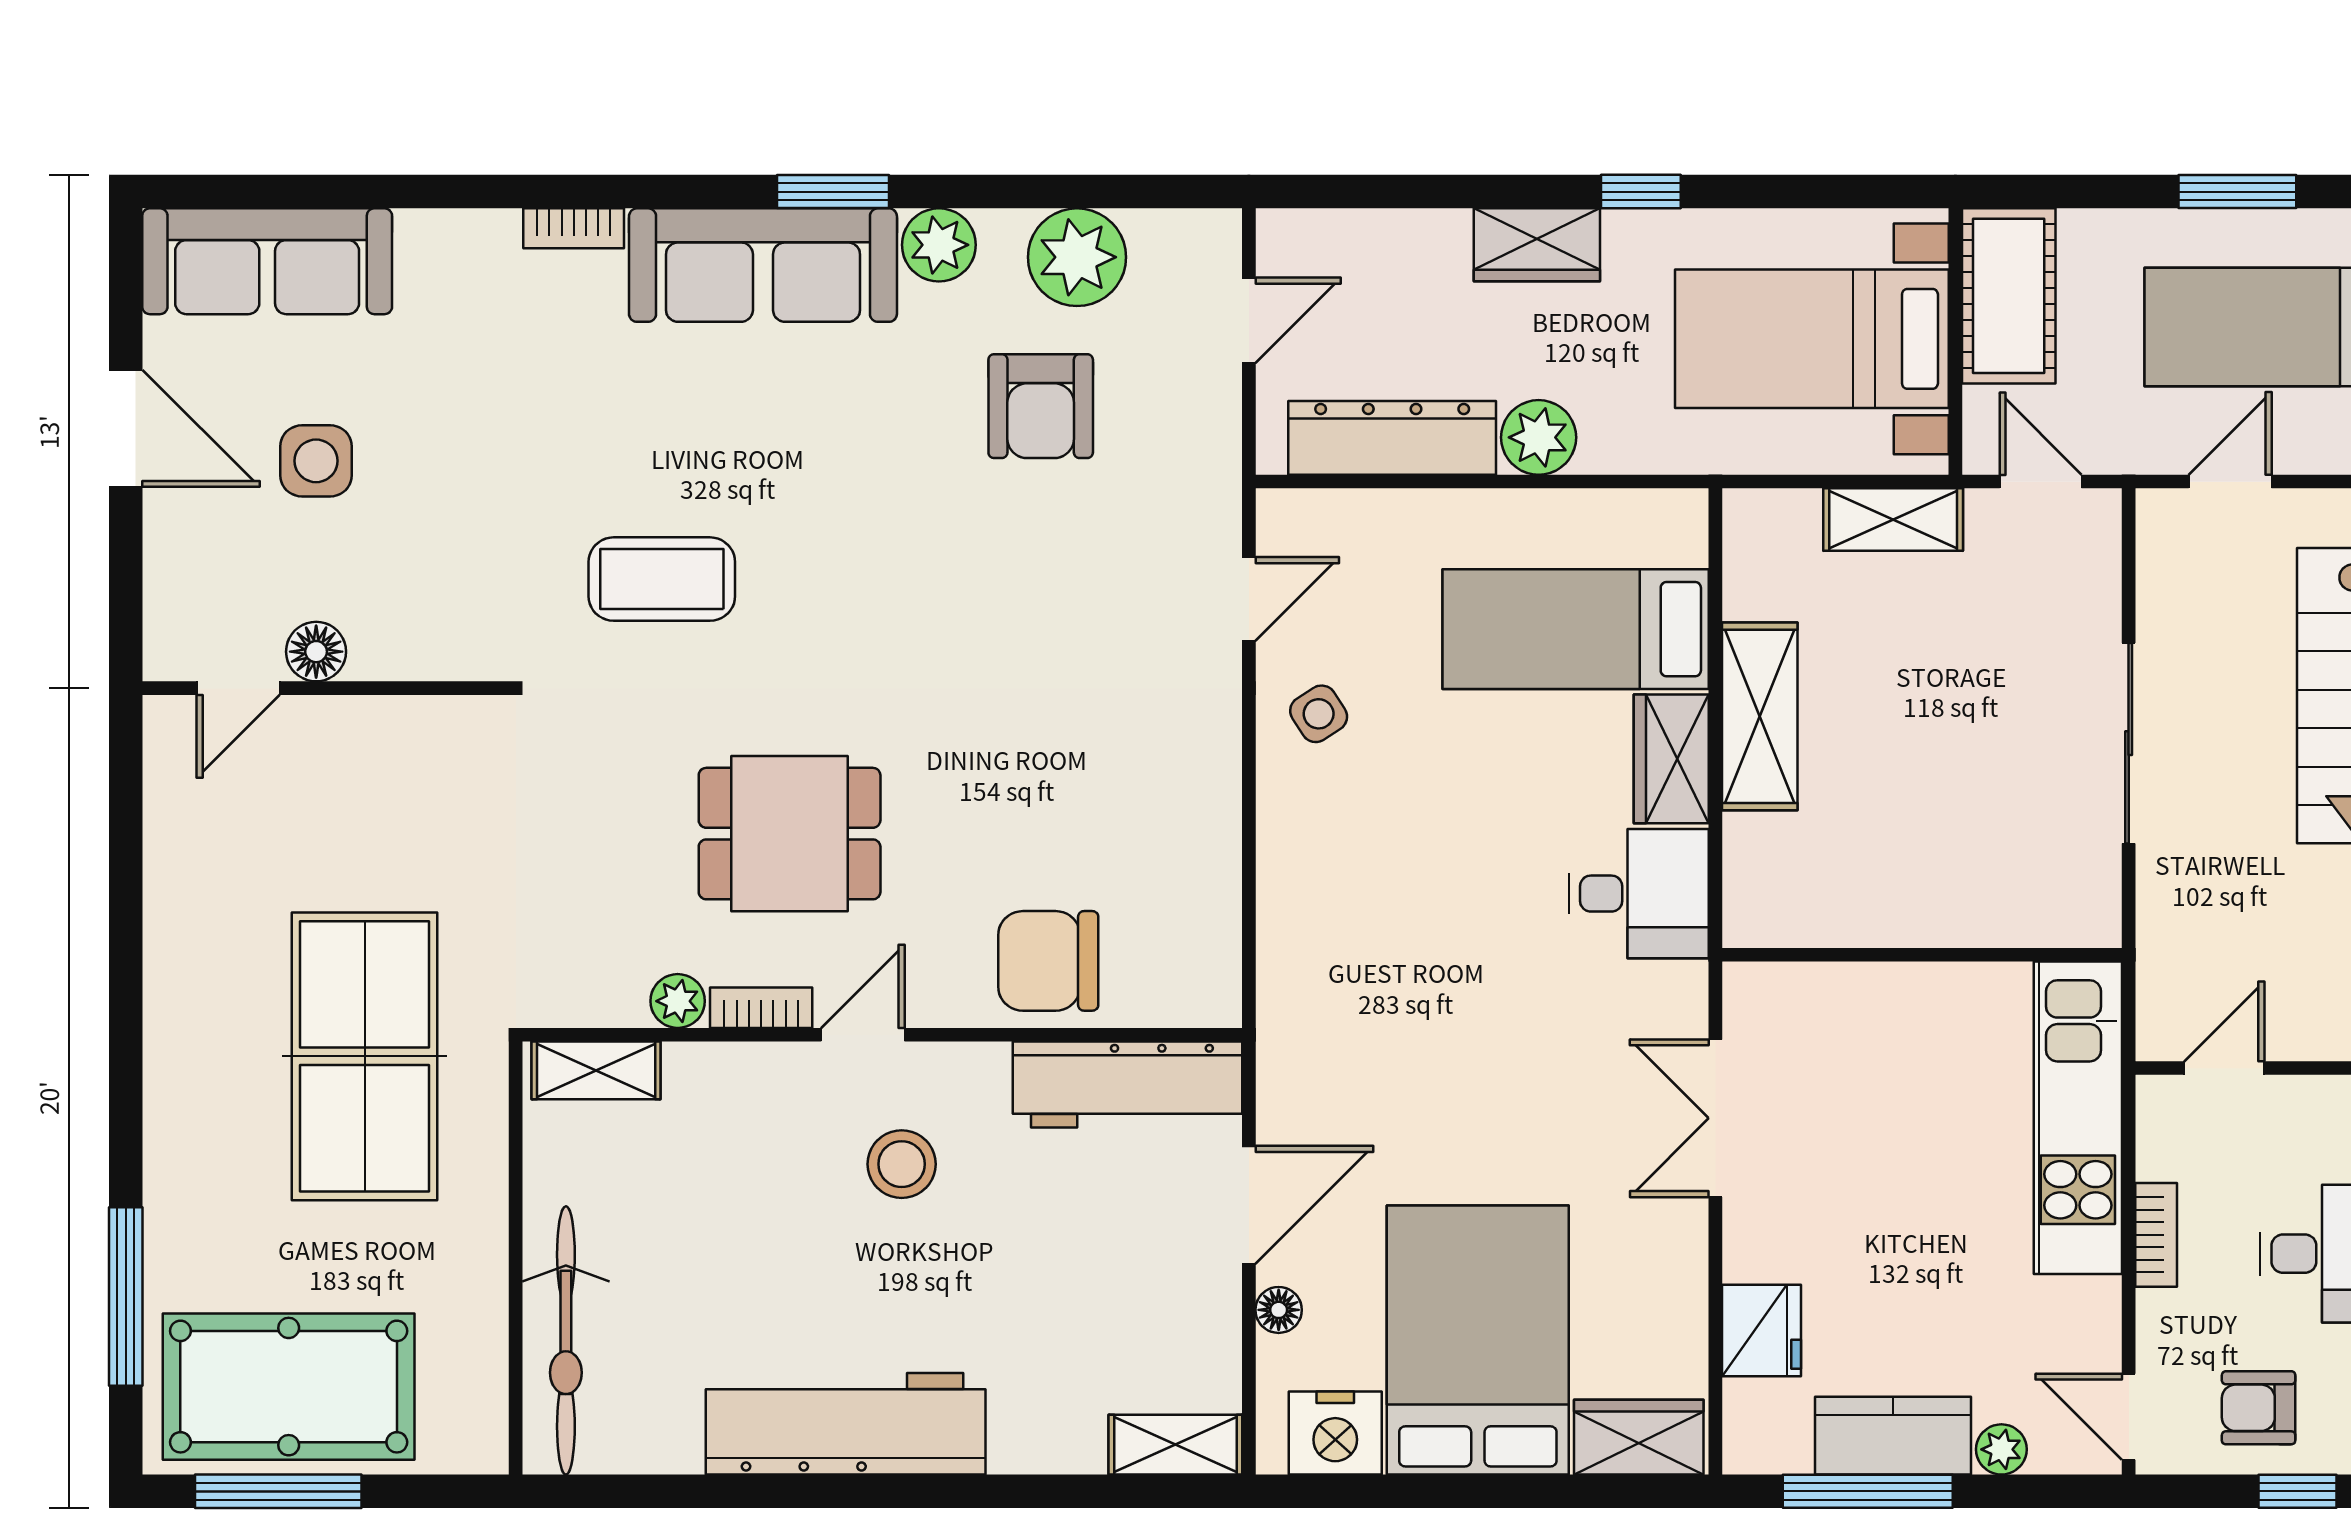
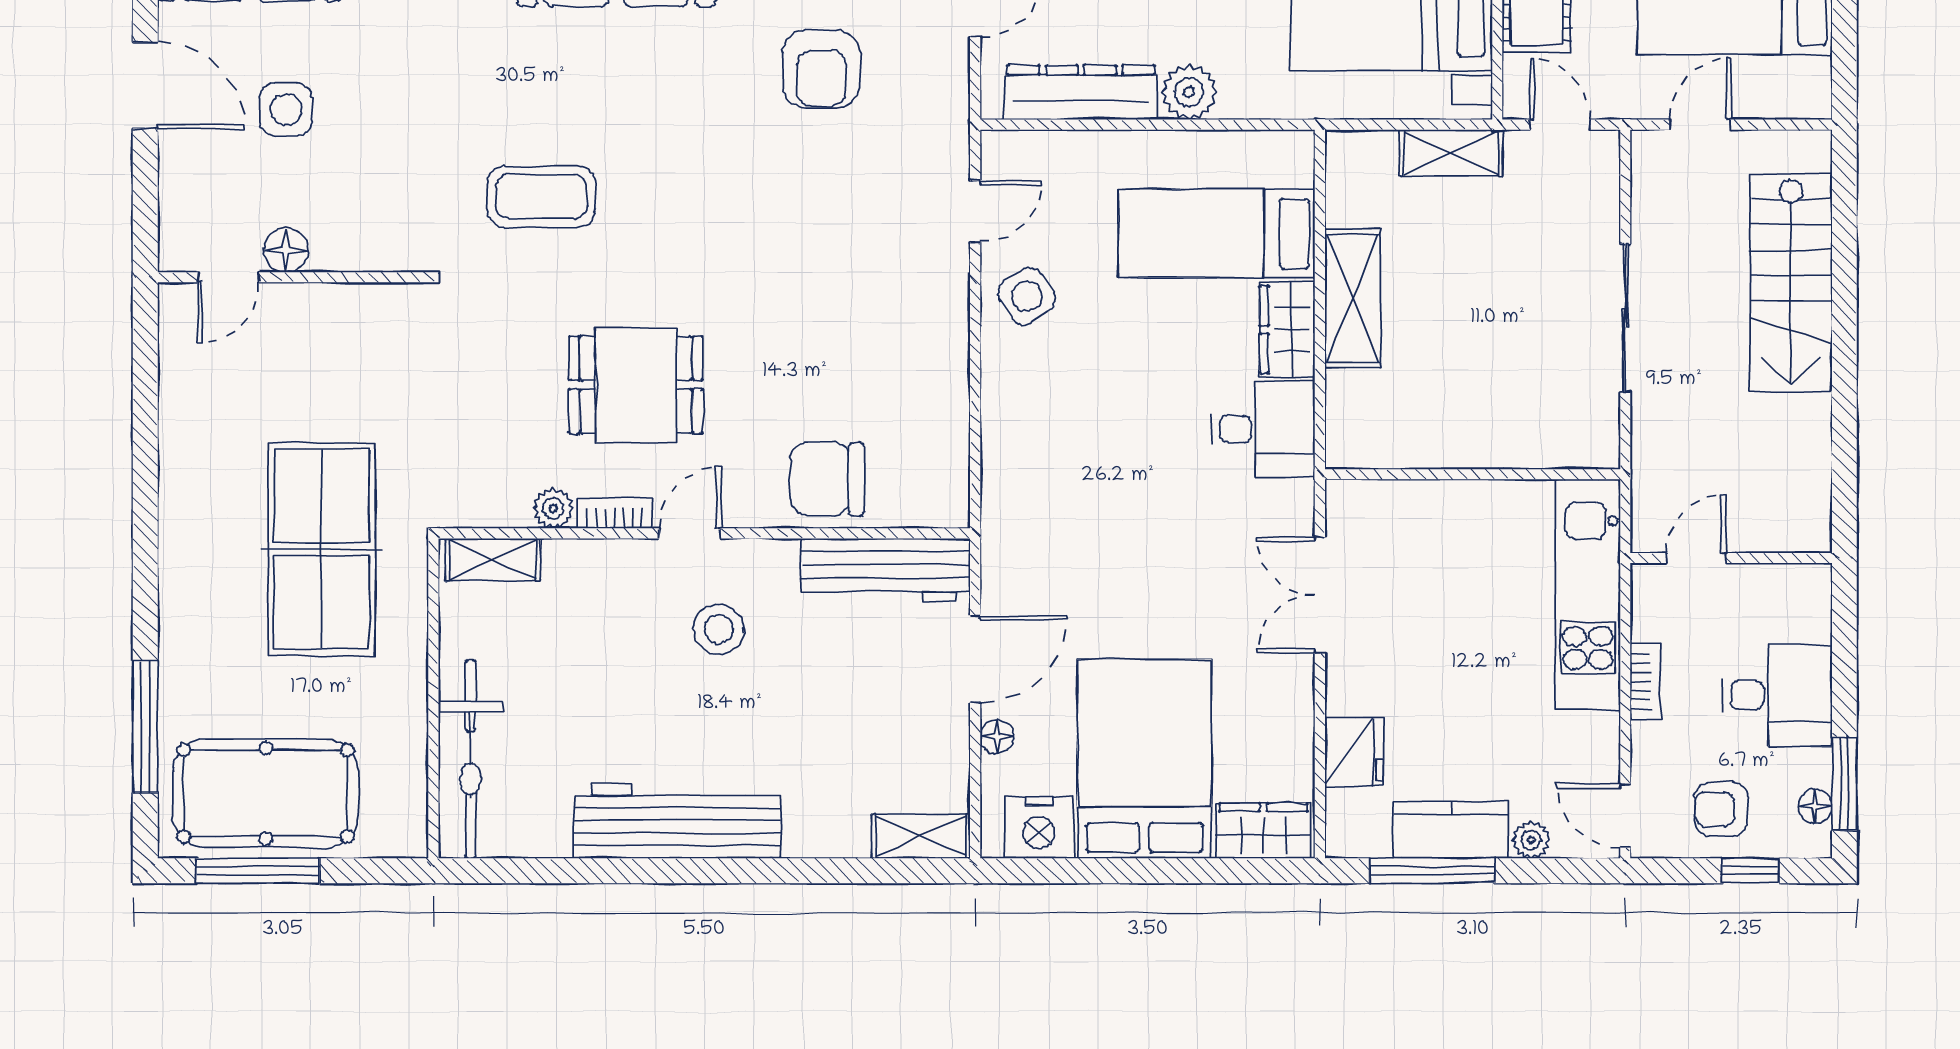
side table: (1319, 714) -> (1027, 296), width x1.37, depth x1.37

